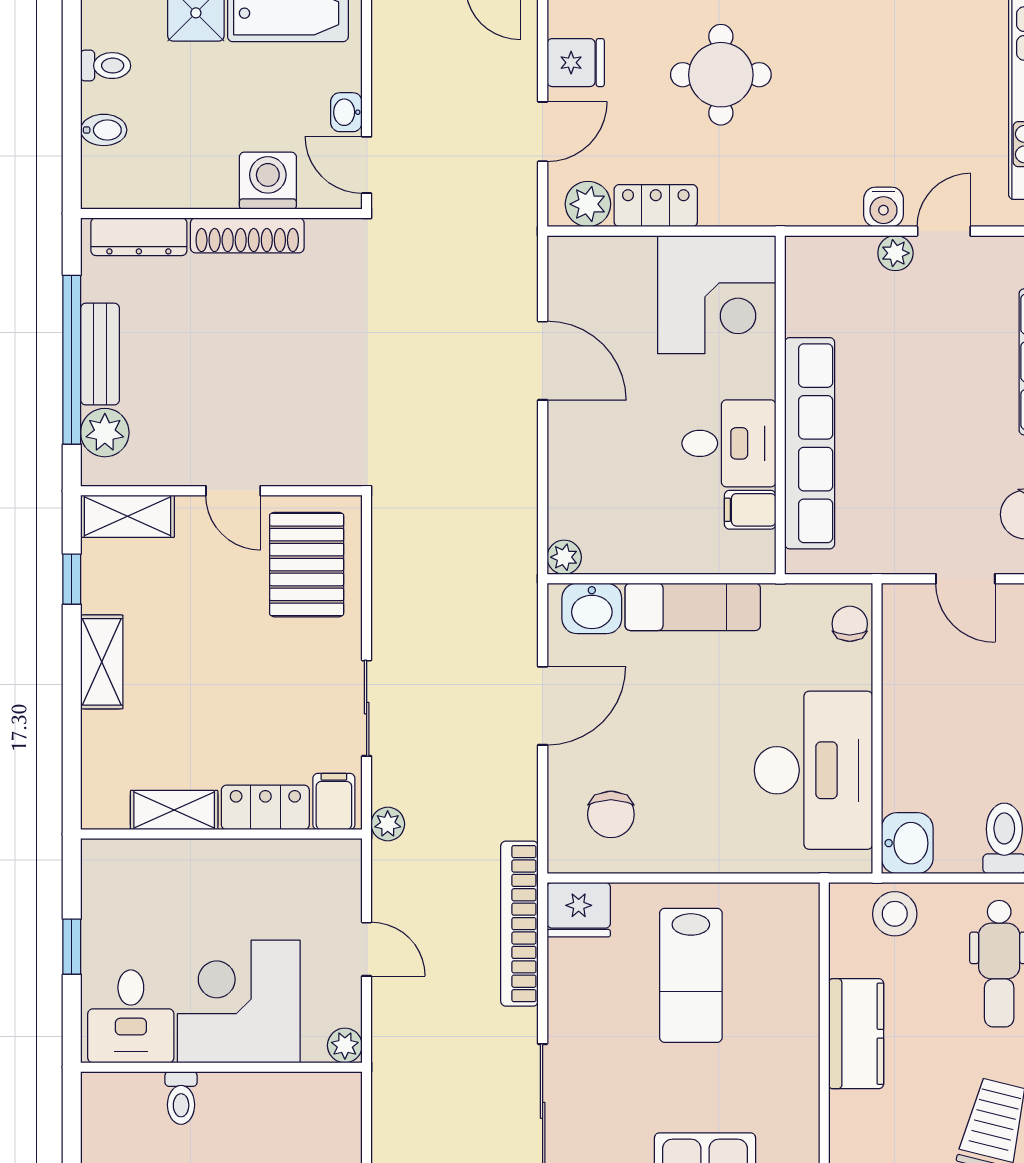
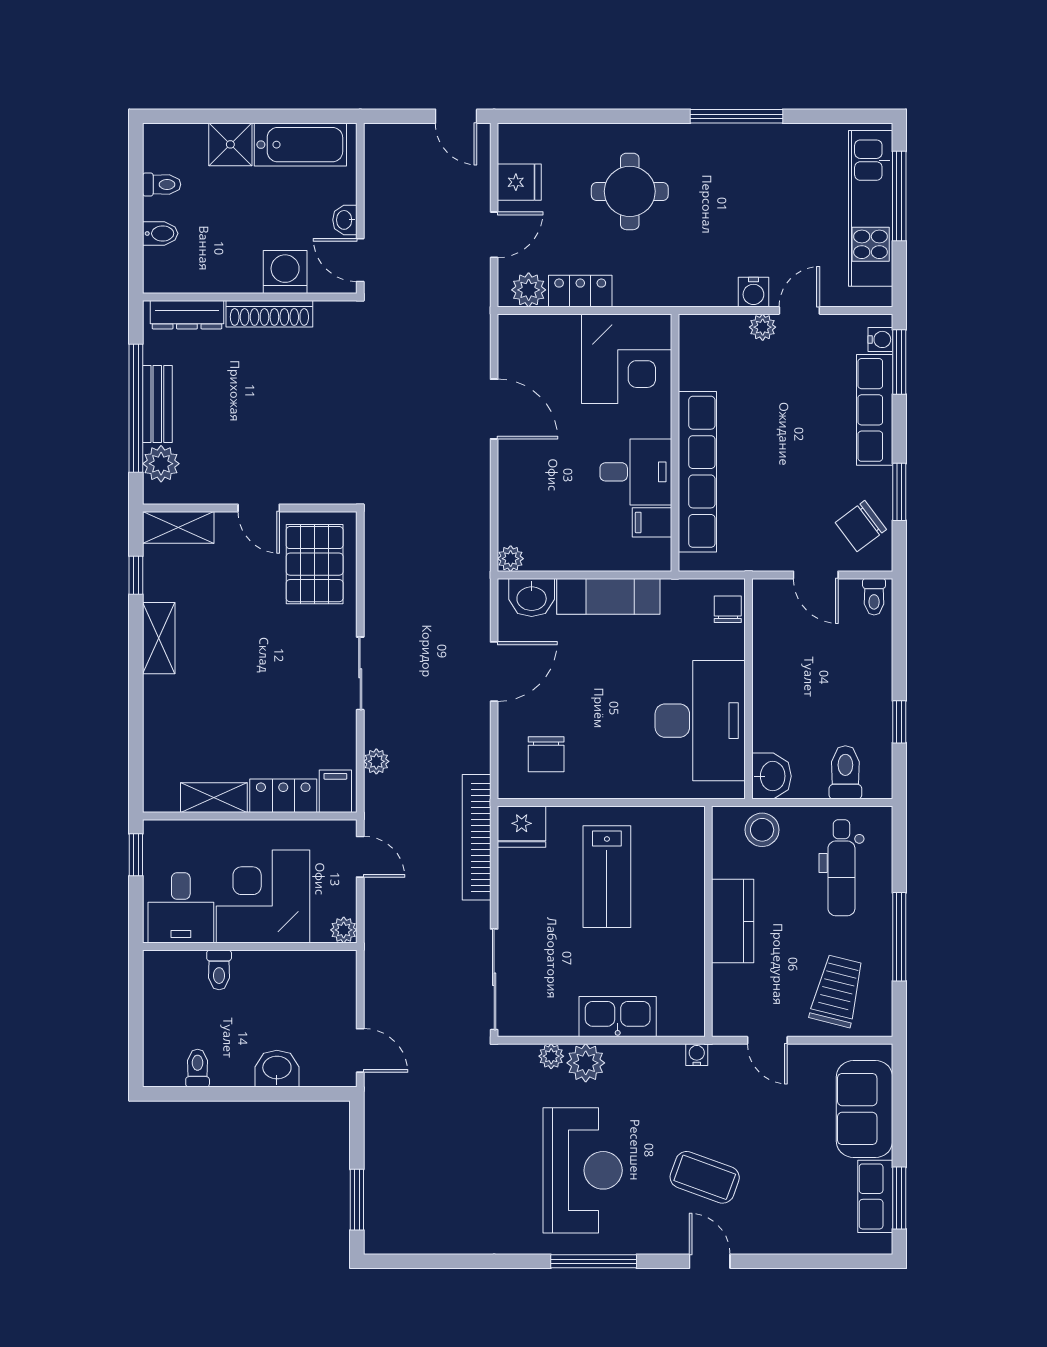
filing cabinet: (334, 801) -> (335, 791), moved
locker: (265, 807) -> (283, 796), moved
shelving: (174, 810) -> (214, 798), moved
wall: (221, 834) -> (250, 816), moved

